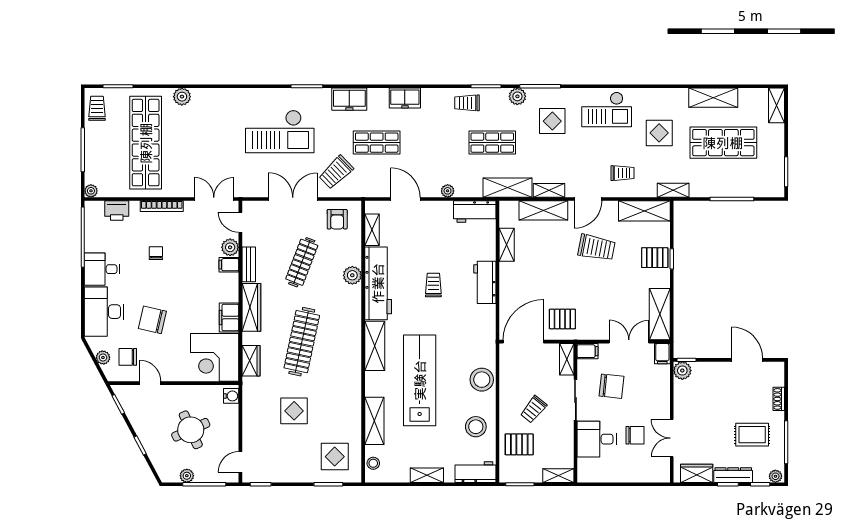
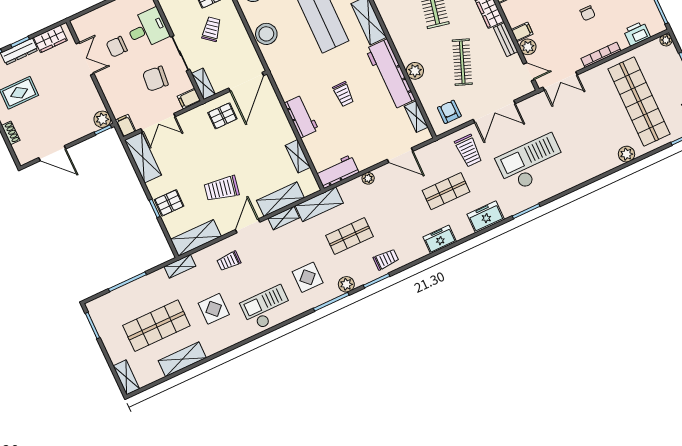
trolley: (336, 172) -> (468, 151), turned 134

